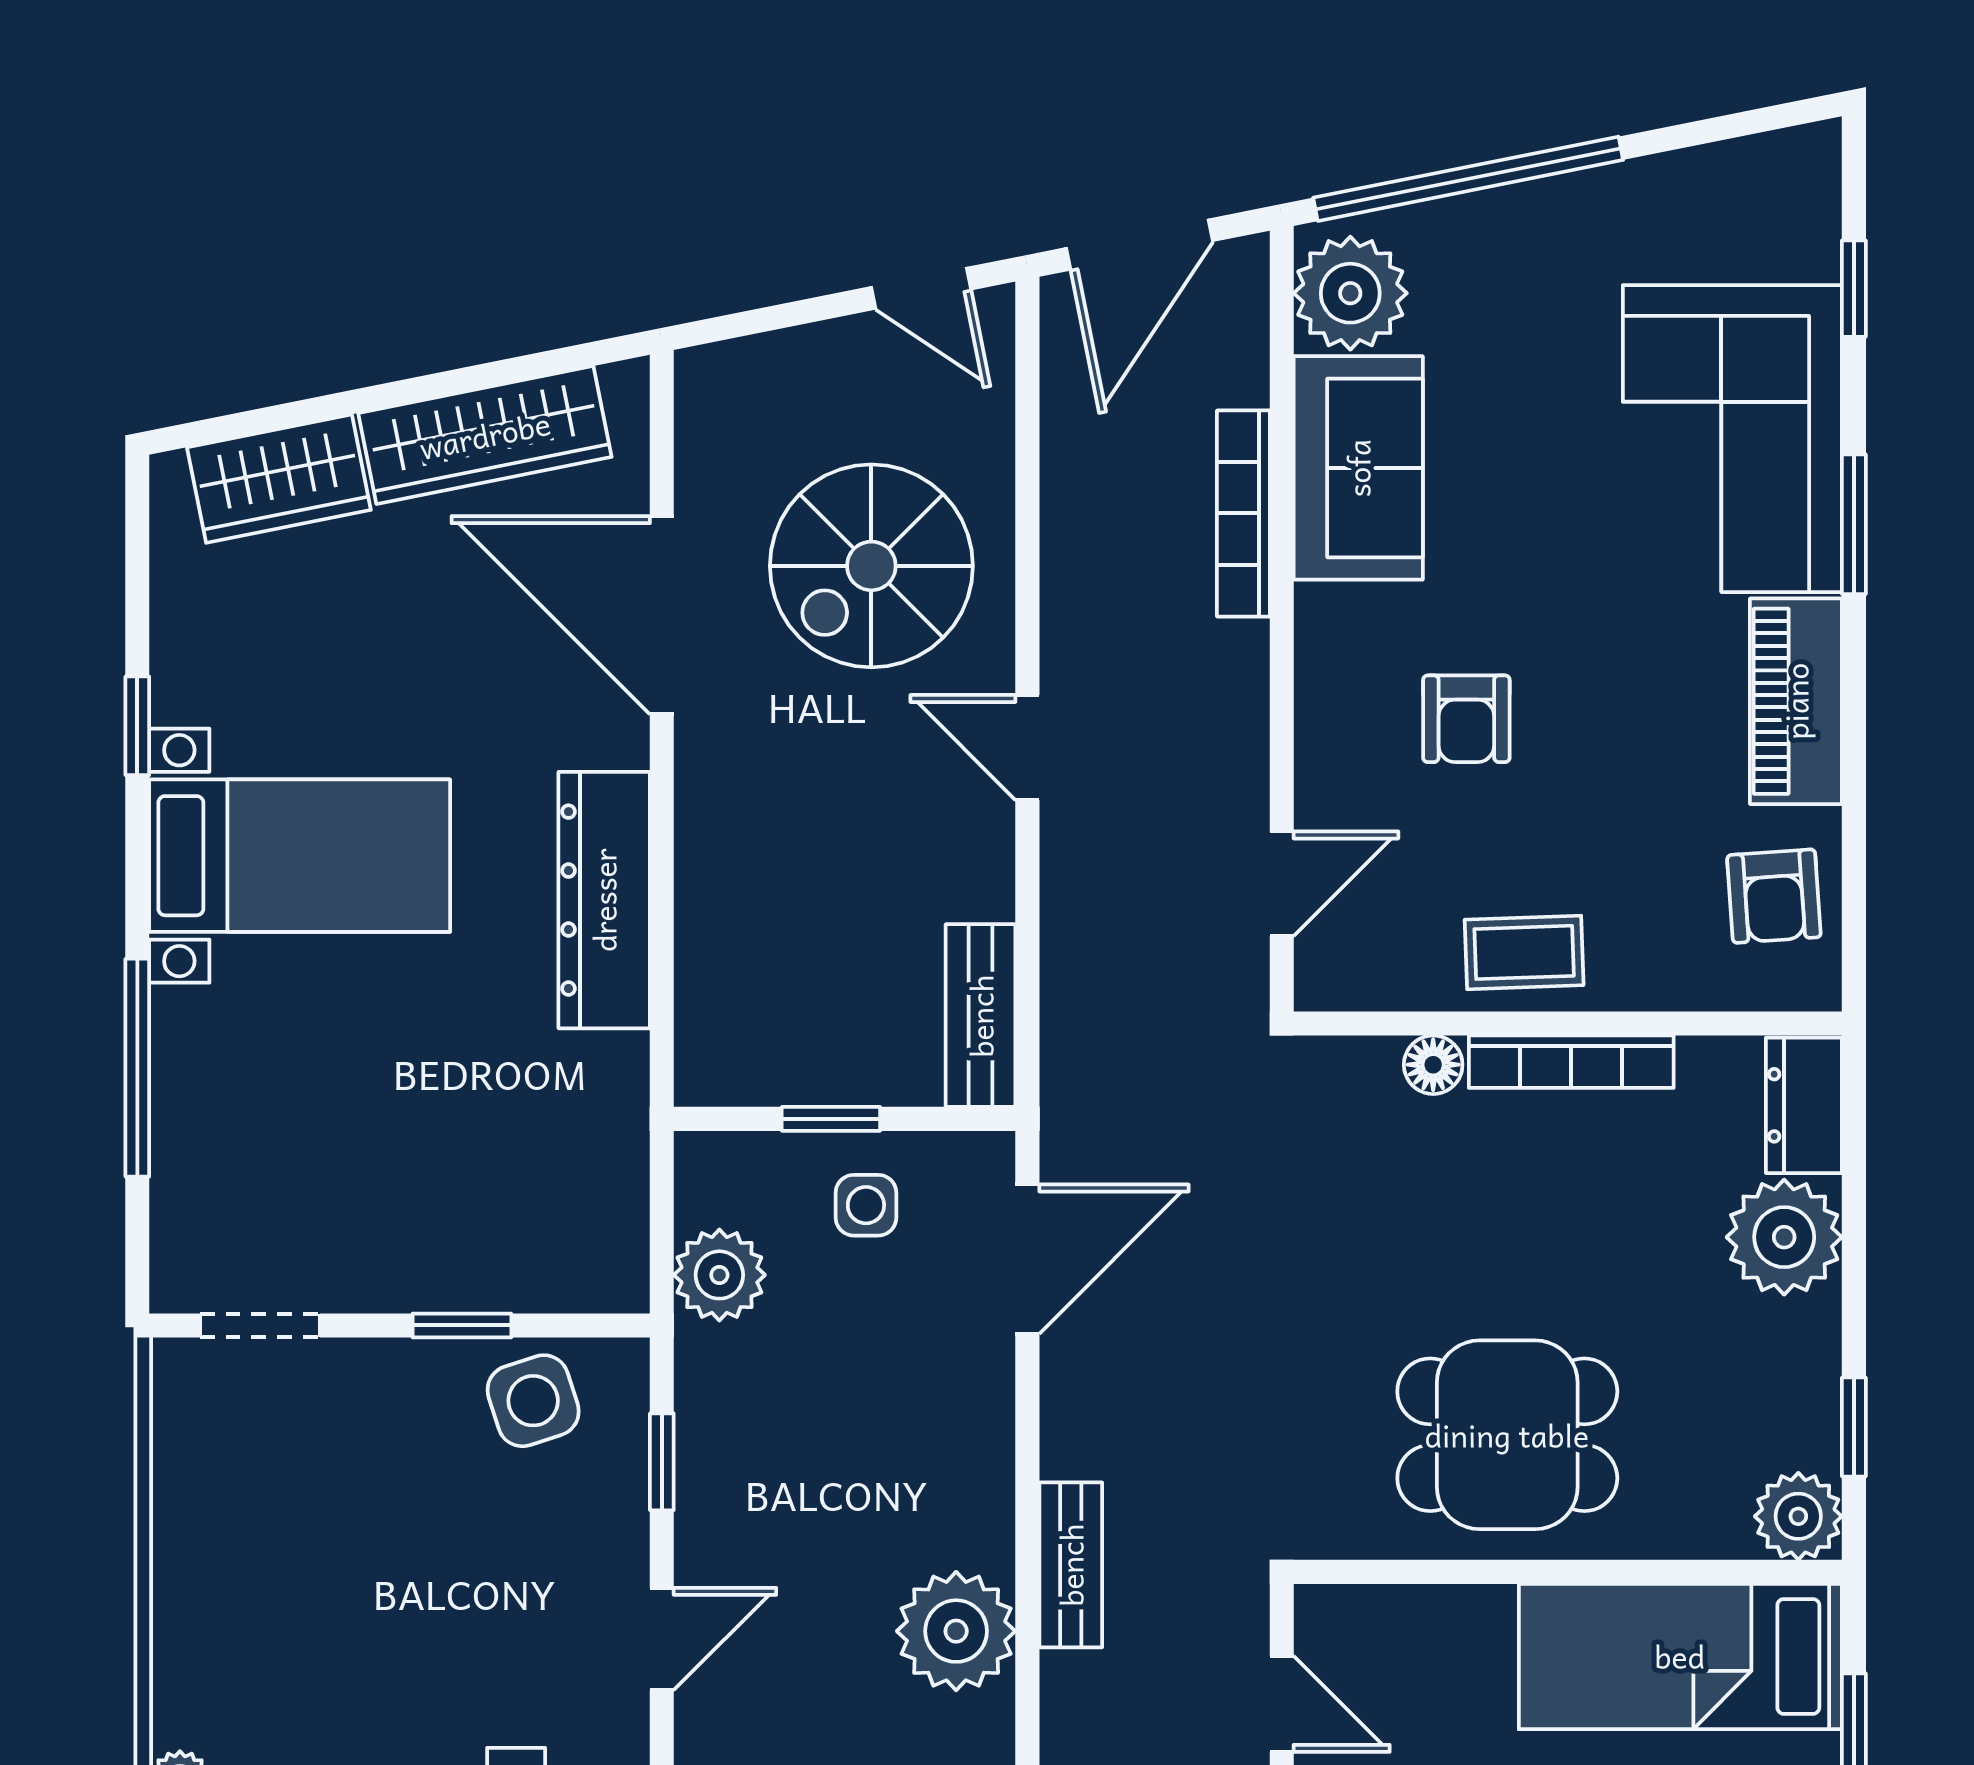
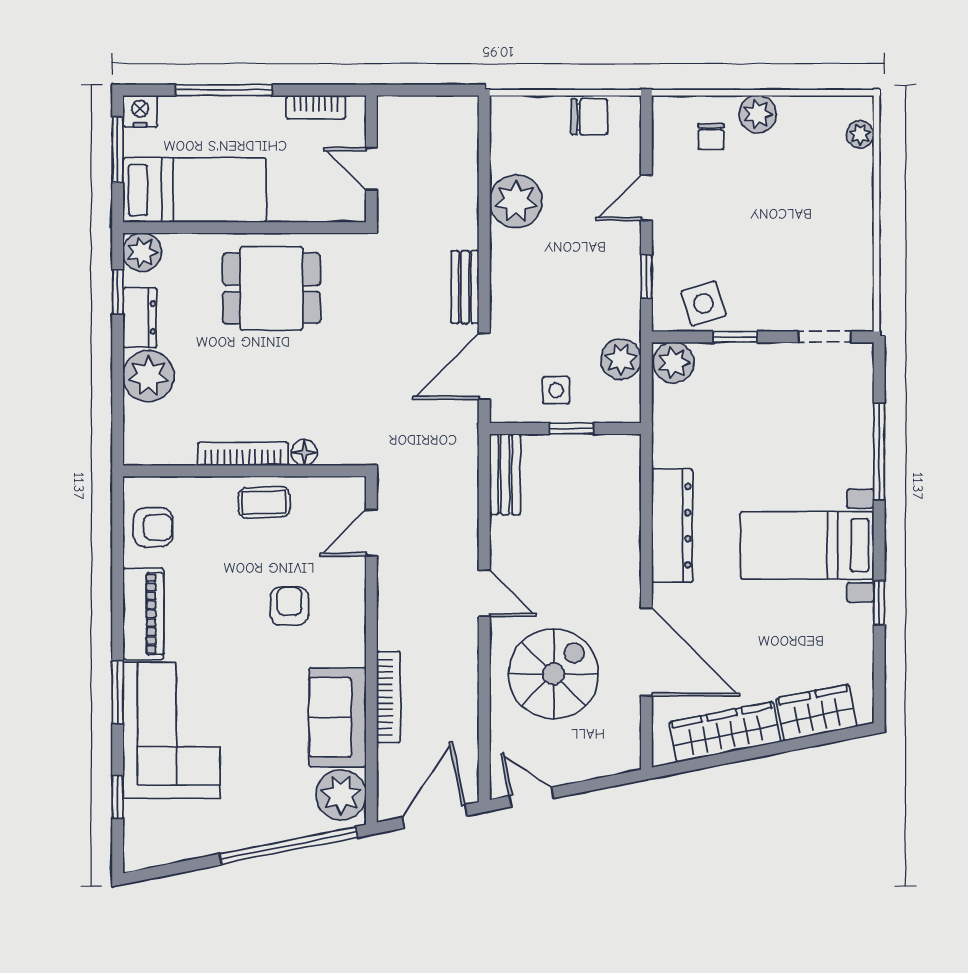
armchair: (1774, 896) -> (153, 527), turned 94
dresser: (1804, 1105) -> (140, 318), moved
plant: (601, 1267) -> (674, 363), added
bench: (1071, 1565) -> (465, 287), moved

